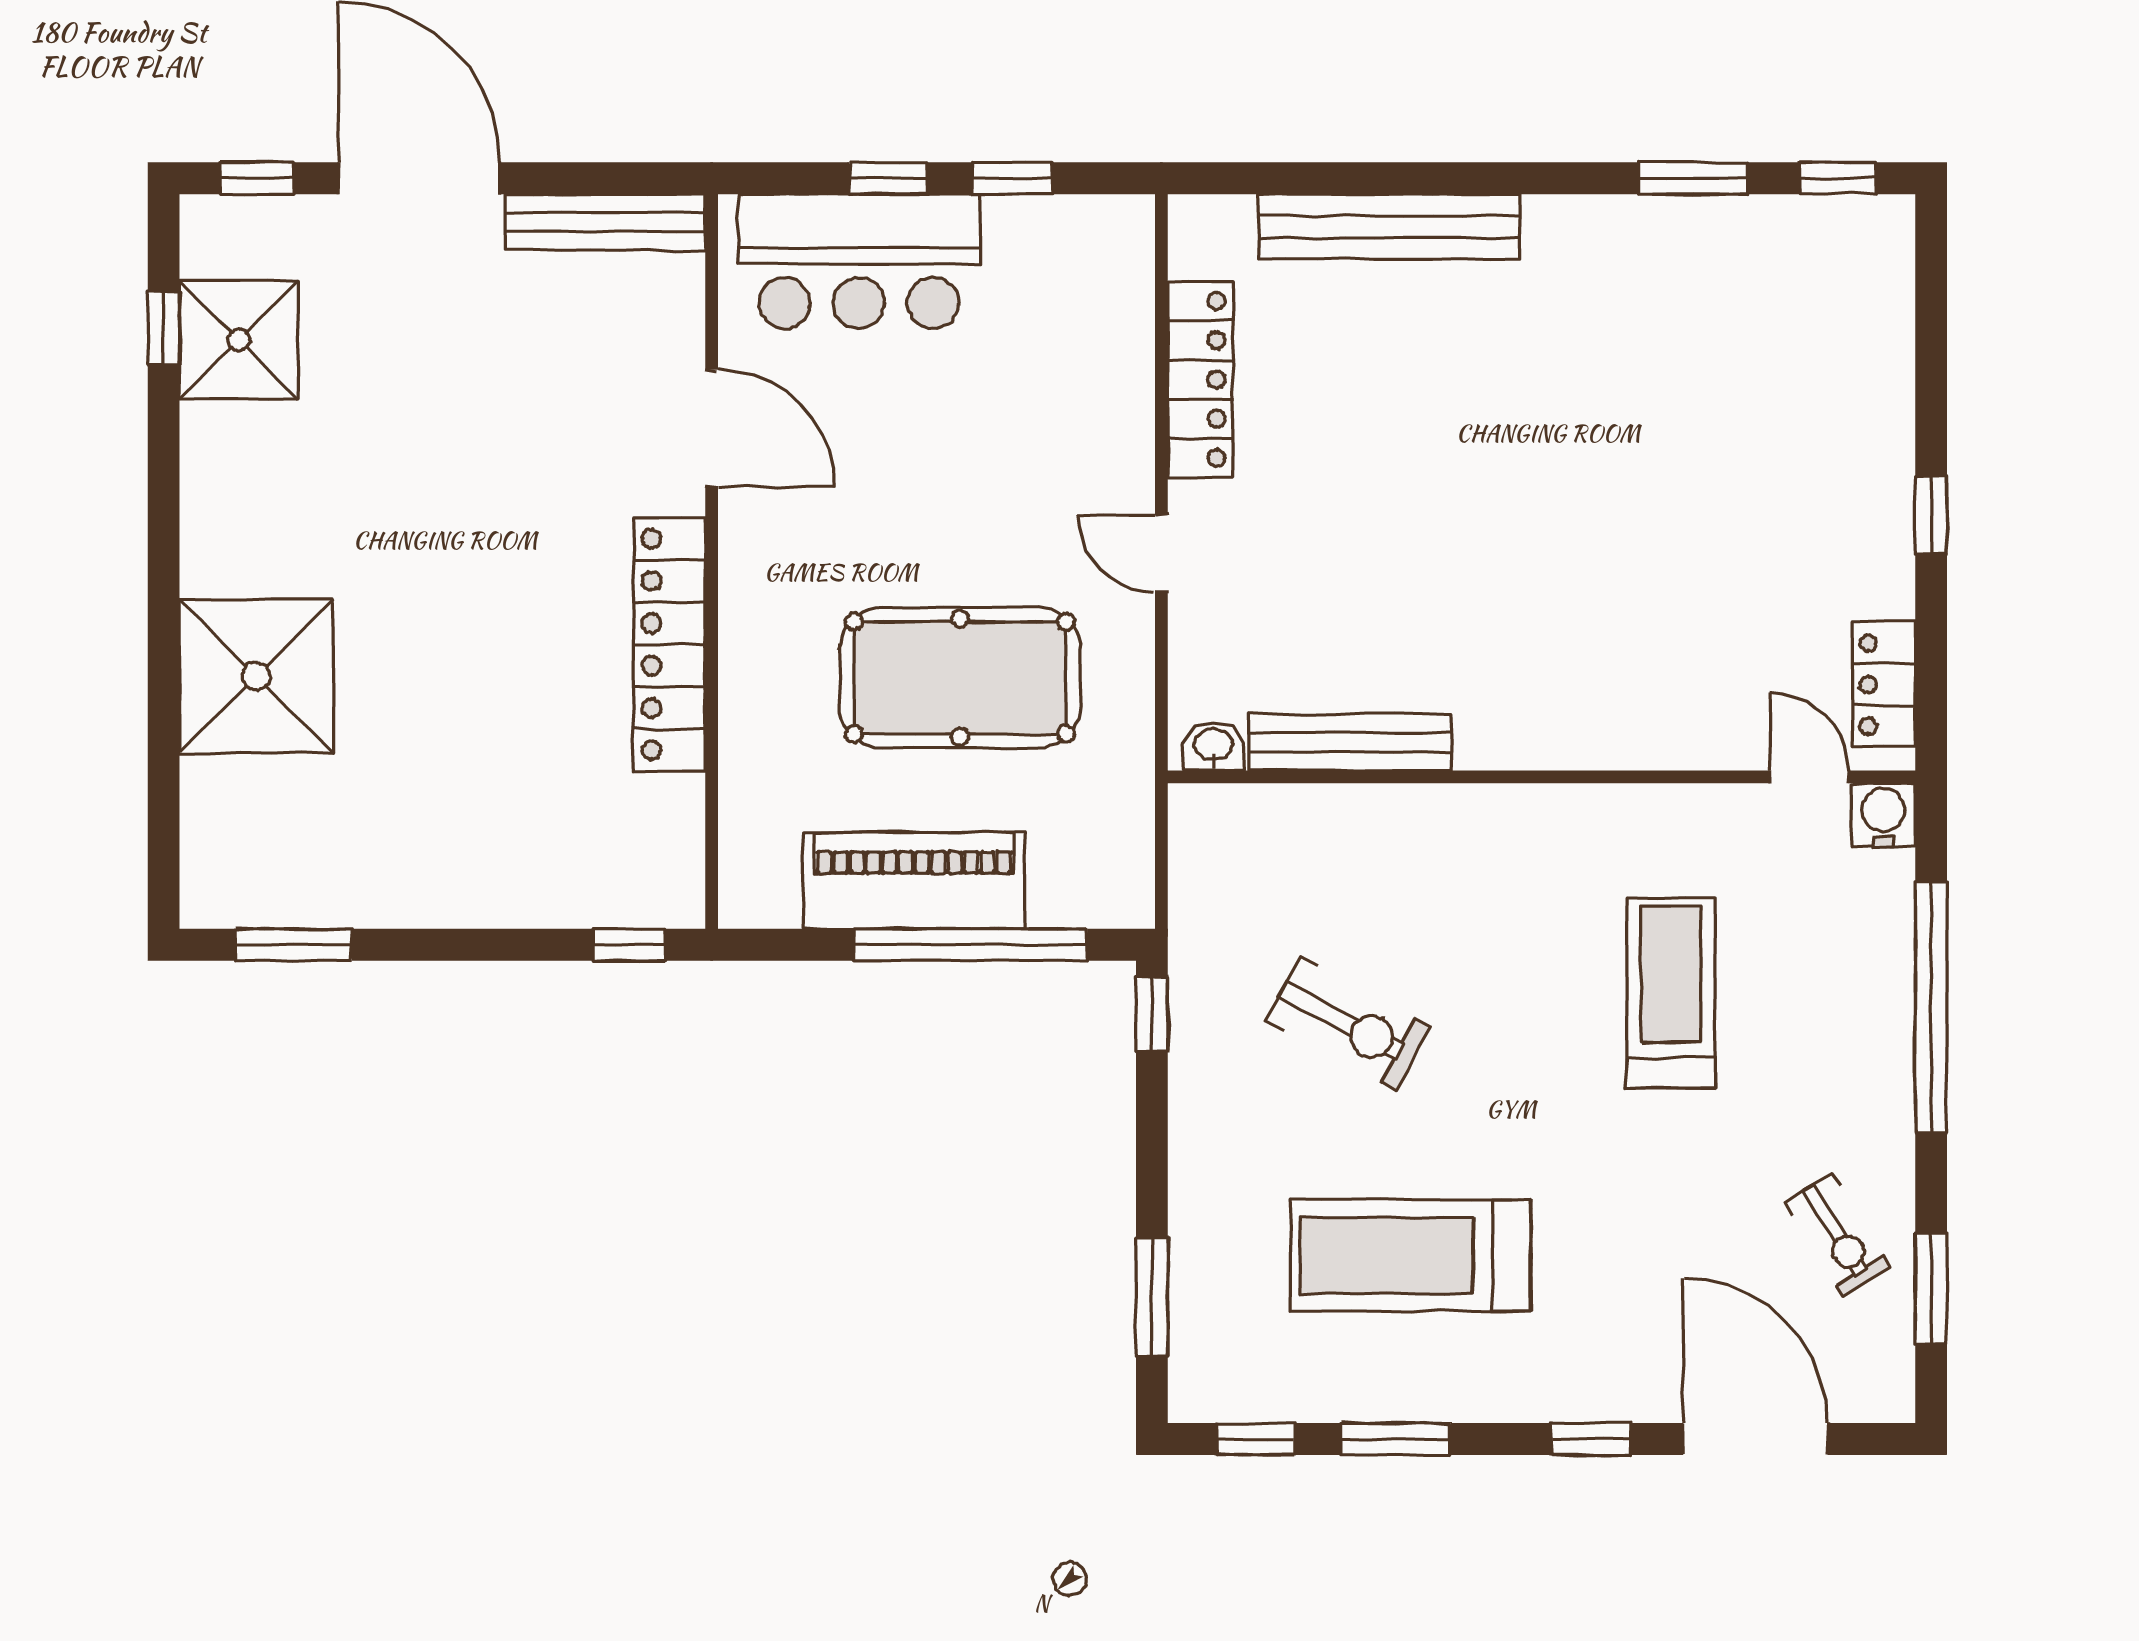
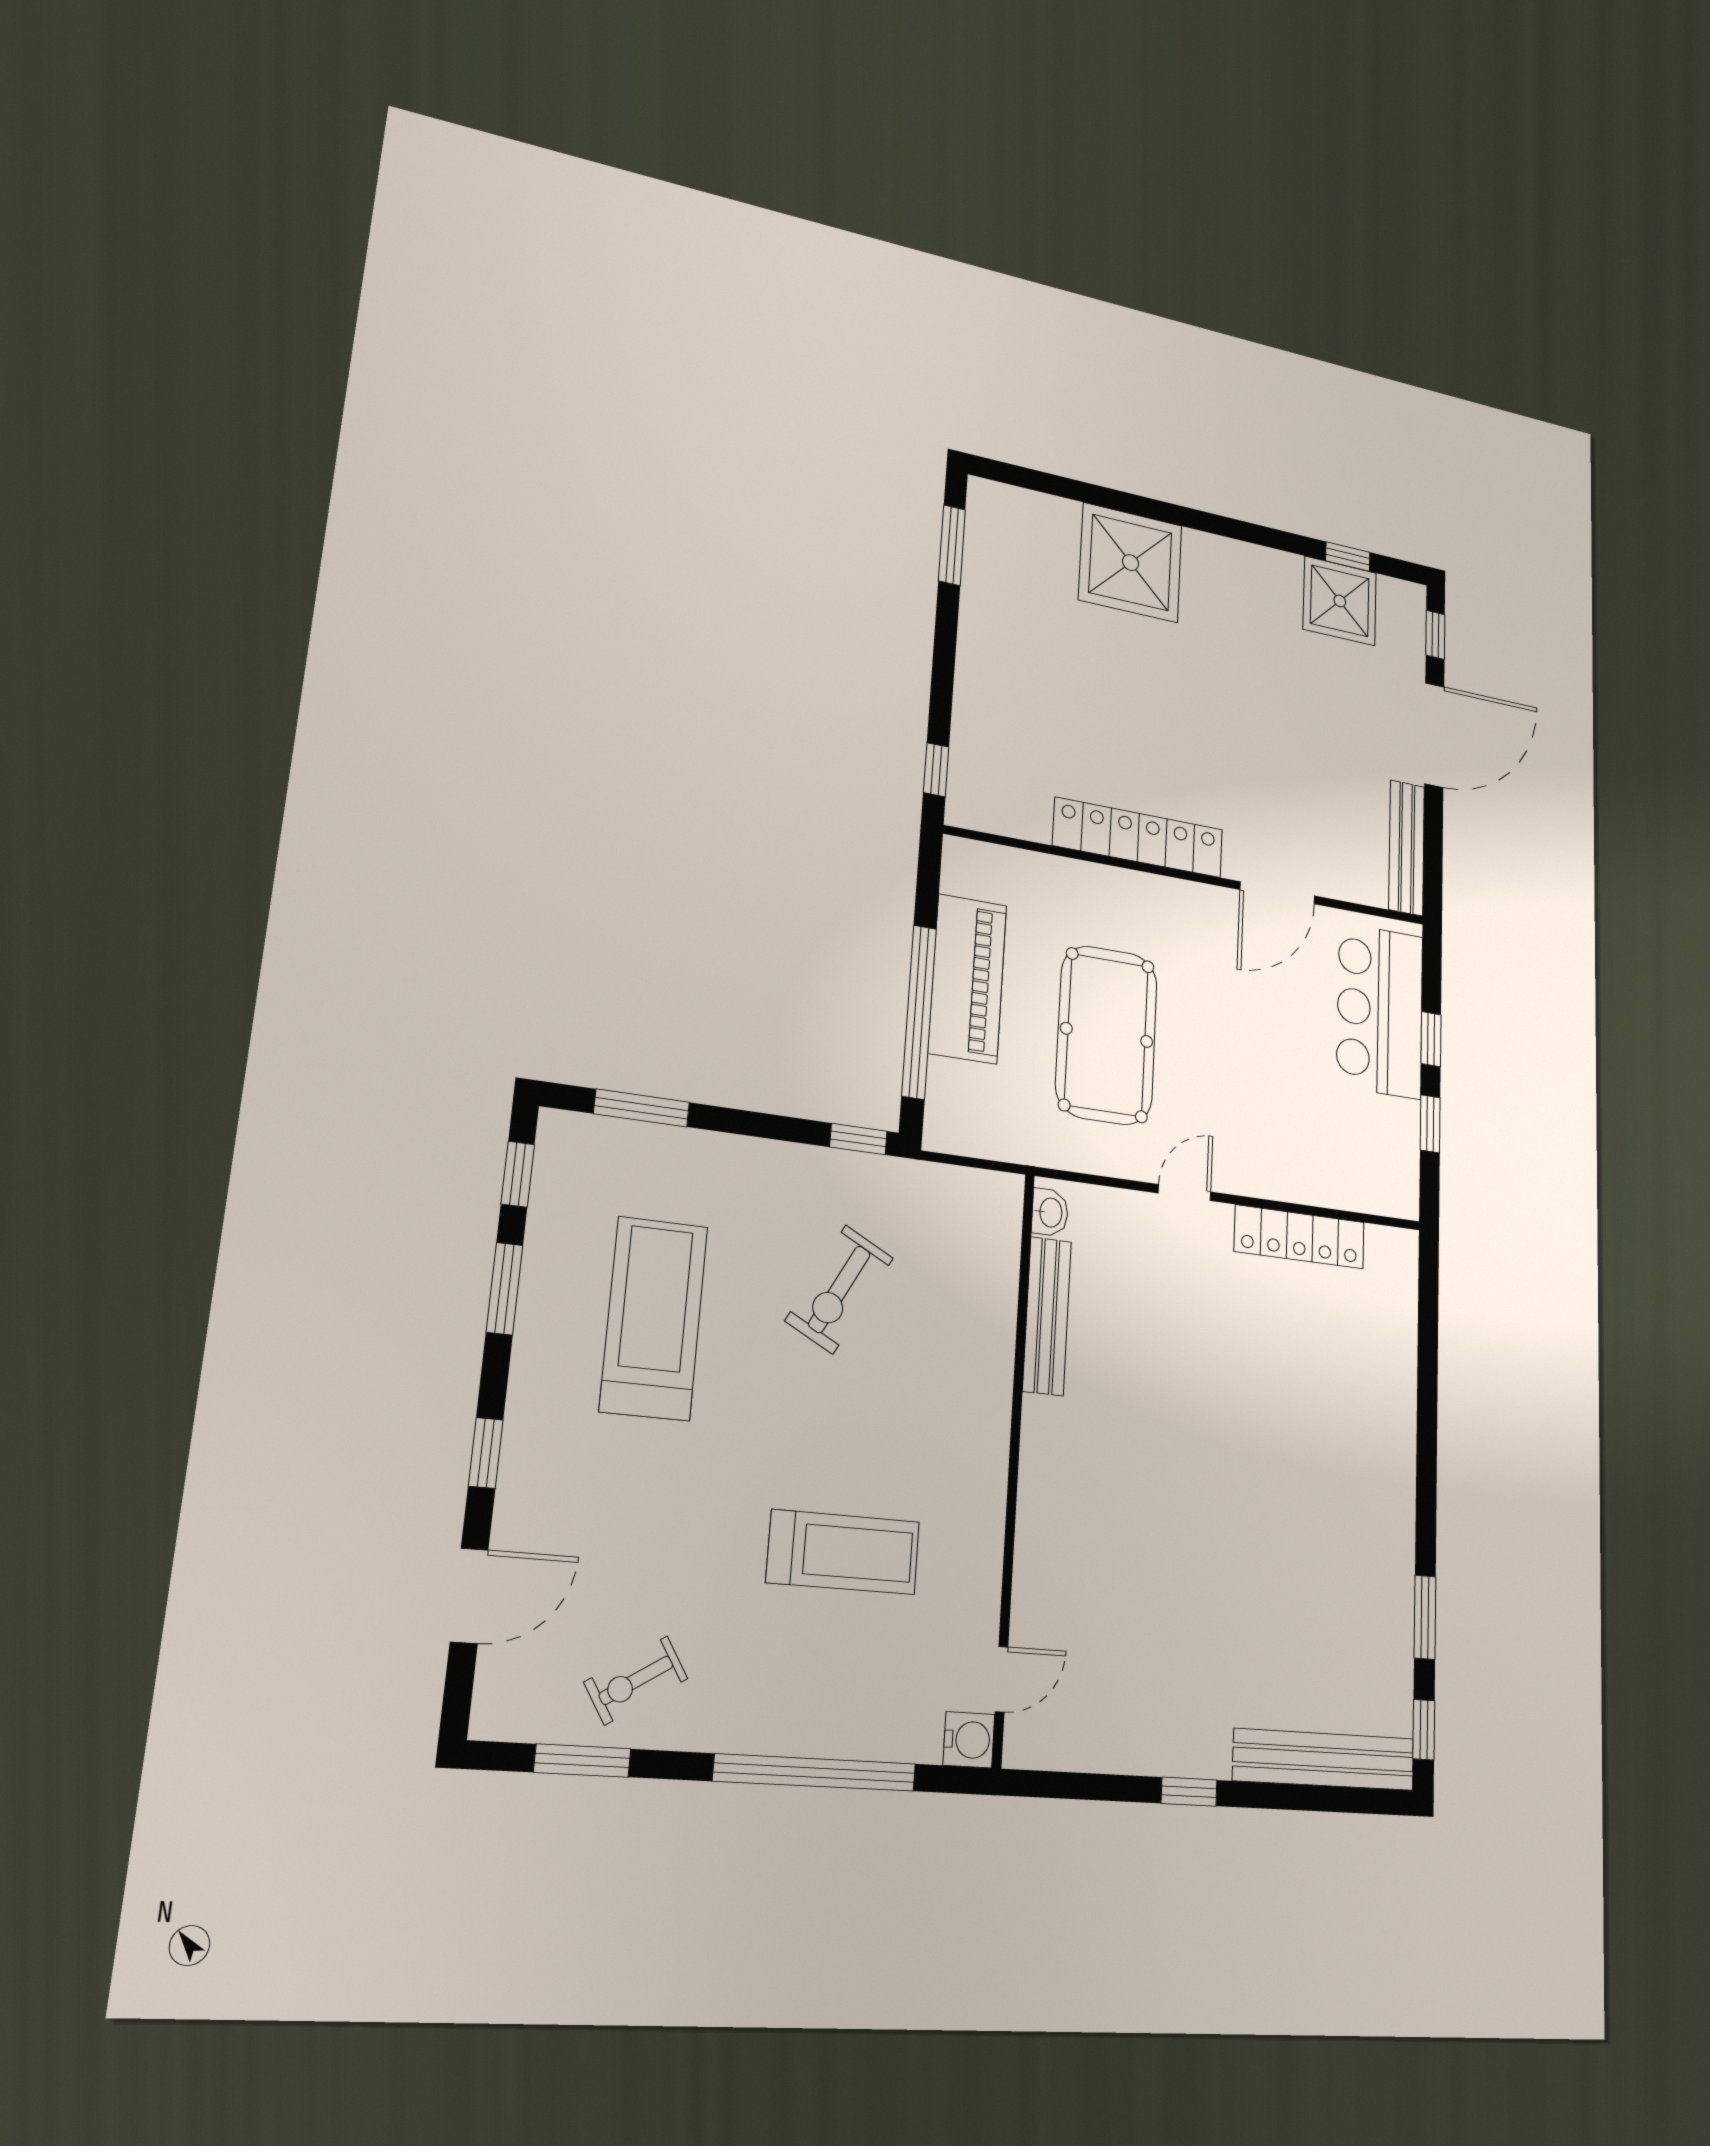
bench: (1389, 227) -> (1324, 1759), moved, turned 90
locker: (1884, 685) -> (1067, 1746), removed
door: (1755, 1439) -> (469, 1596), width x0.73

